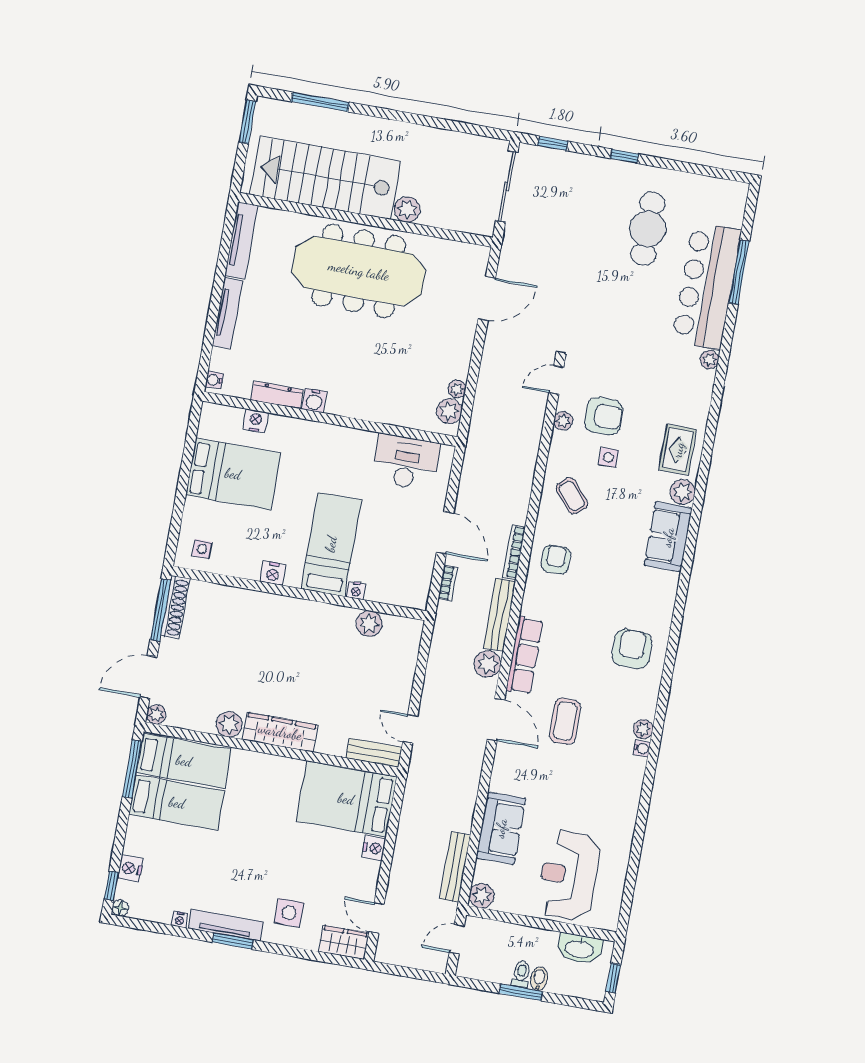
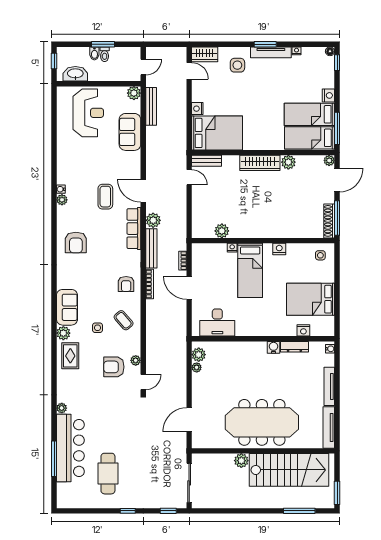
side table: (609, 457) -> (98, 328), moved
nightstand: (130, 868) -> (328, 95), moved

